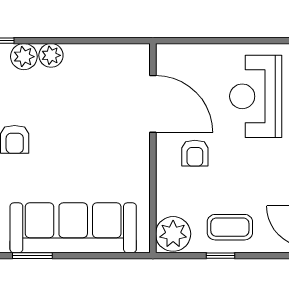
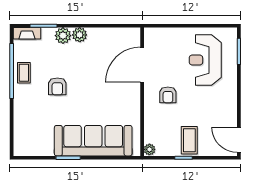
door: (153, 104) -> (142, 65), swing flipped
coffee table: (230, 227) -> (189, 140), turned 90
plant: (173, 234) -> (149, 149), width x0.53, depth x0.53

